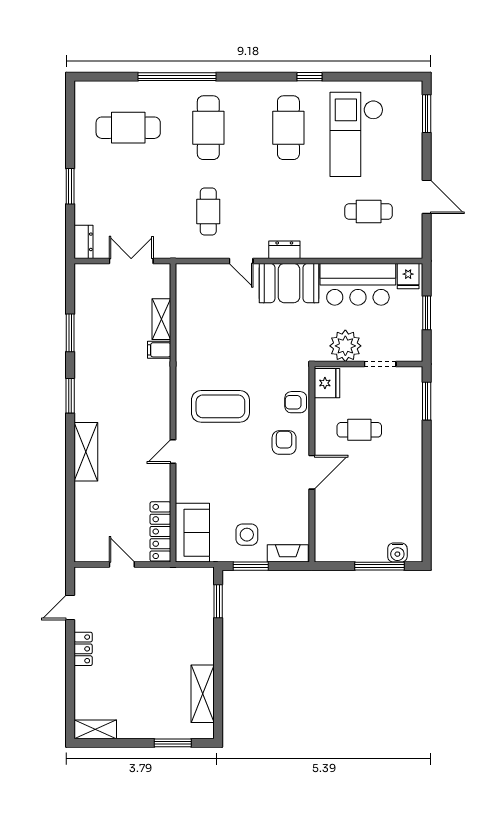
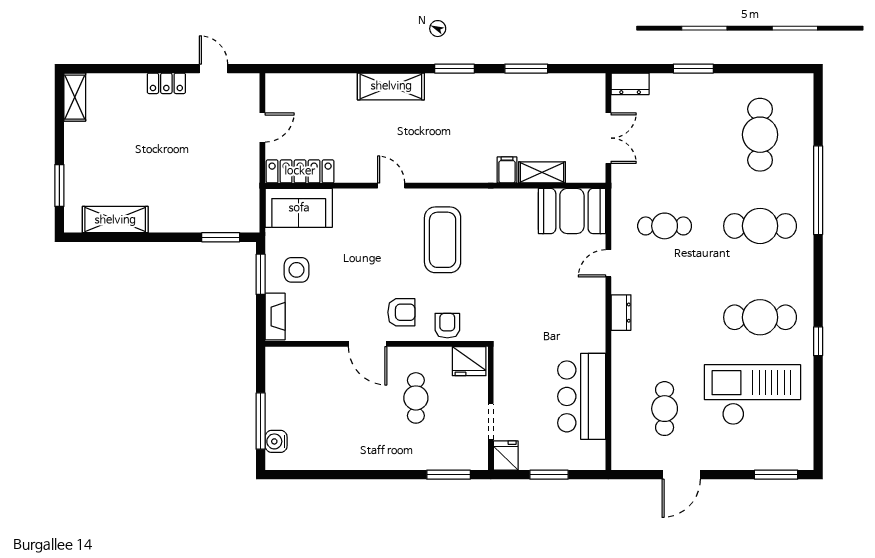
fridge: (408, 276) -> (506, 455), moved, turned 90
booth: (289, 283) -> (572, 211), moved, turned 90
plant: (345, 346) -> (512, 382), removed

